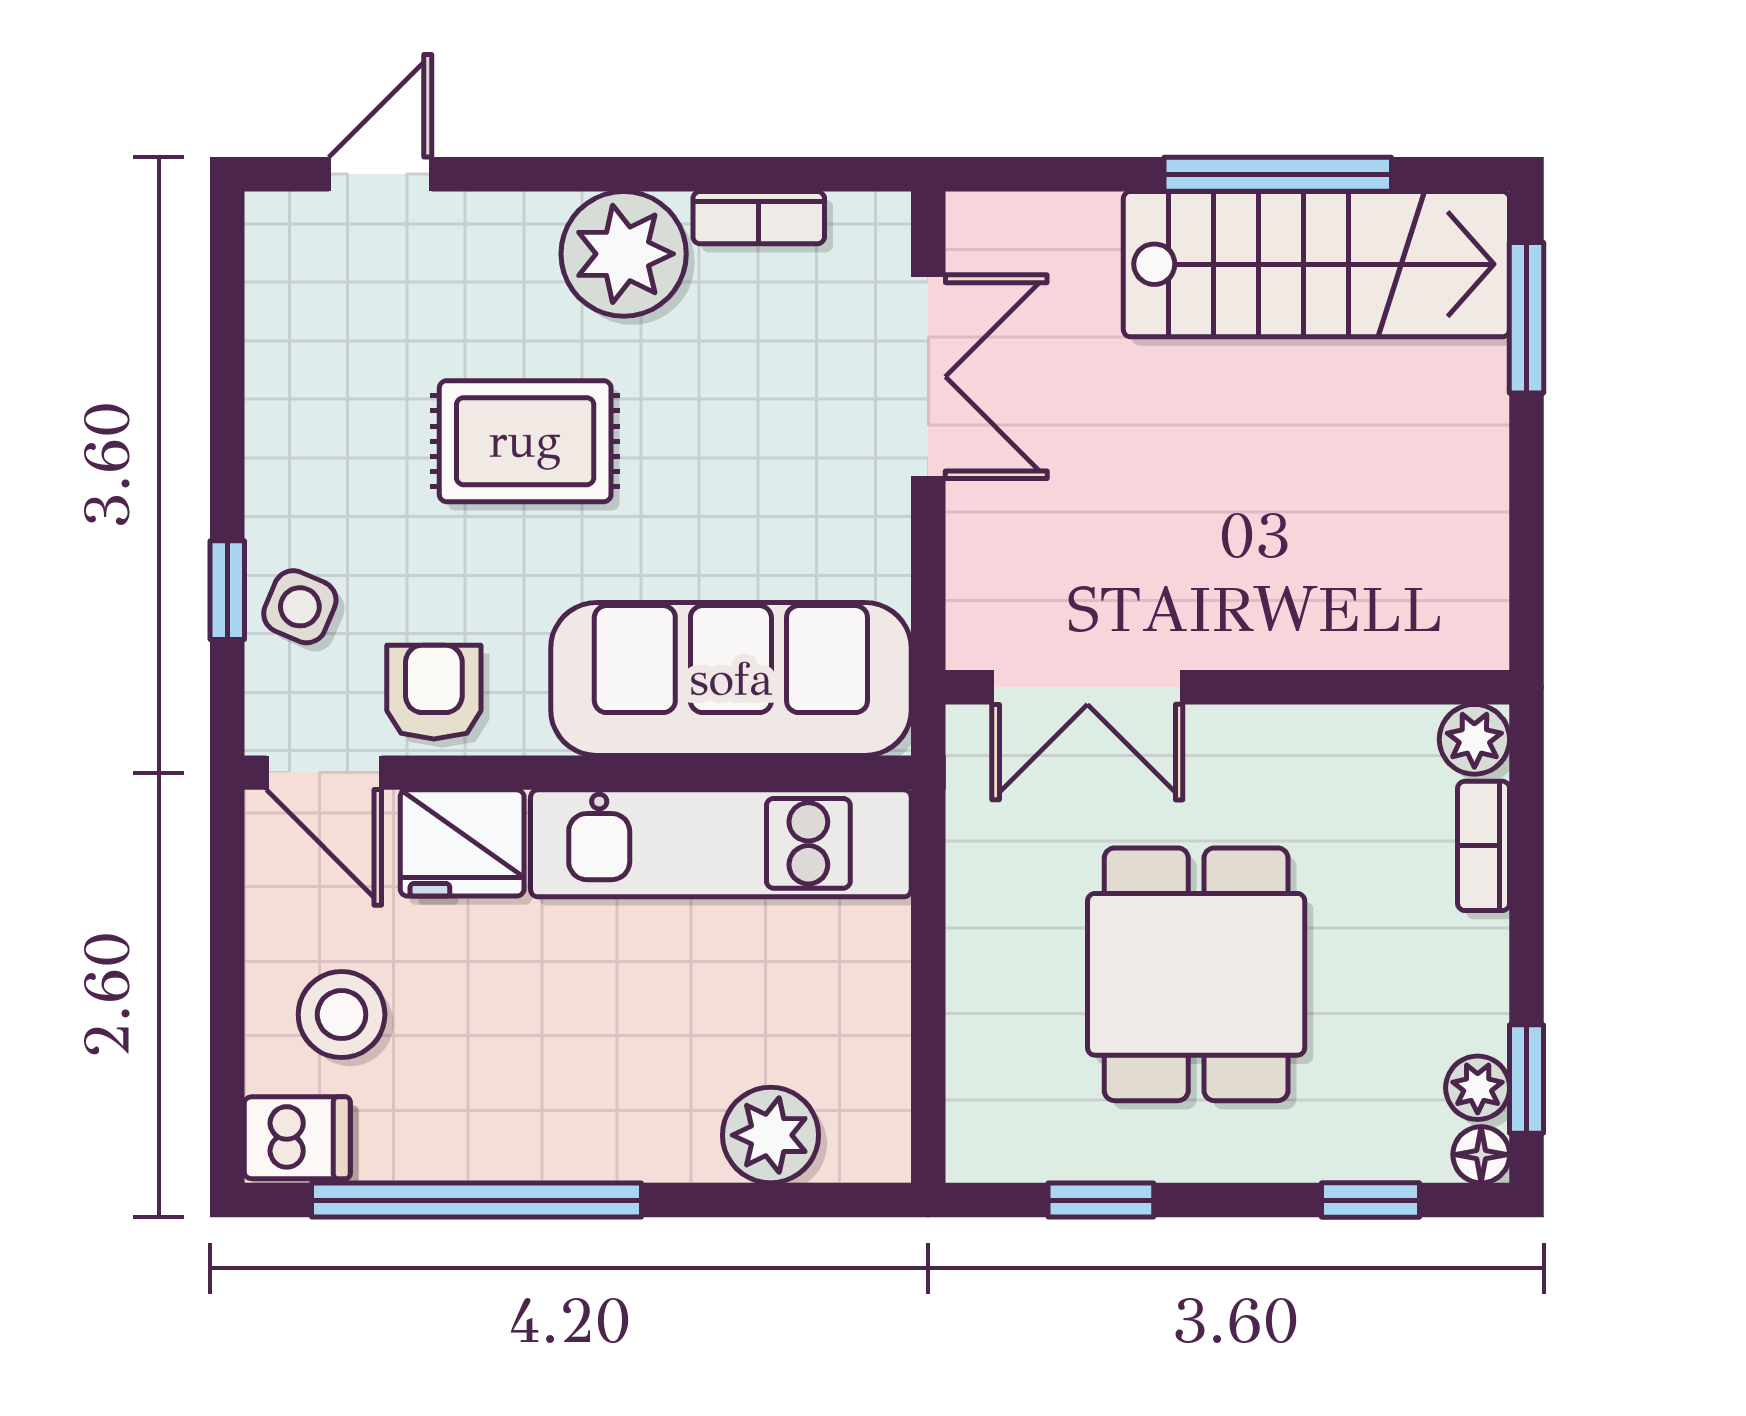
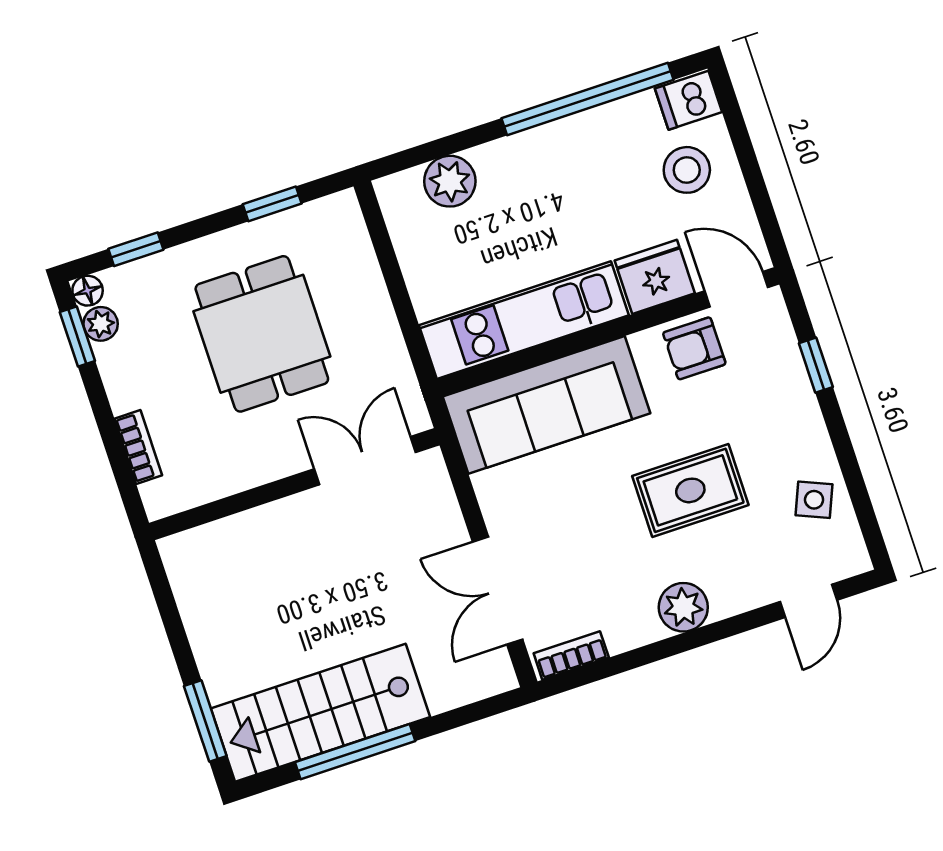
bookcase: (759, 218) -> (571, 655), moved
plant: (624, 254) -> (683, 607), width x0.73, depth x0.73
side table: (300, 607) -> (814, 500), moved
armchair: (434, 692) -> (694, 348), turned 90
plant: (1474, 739) -> (161, 499), removed

